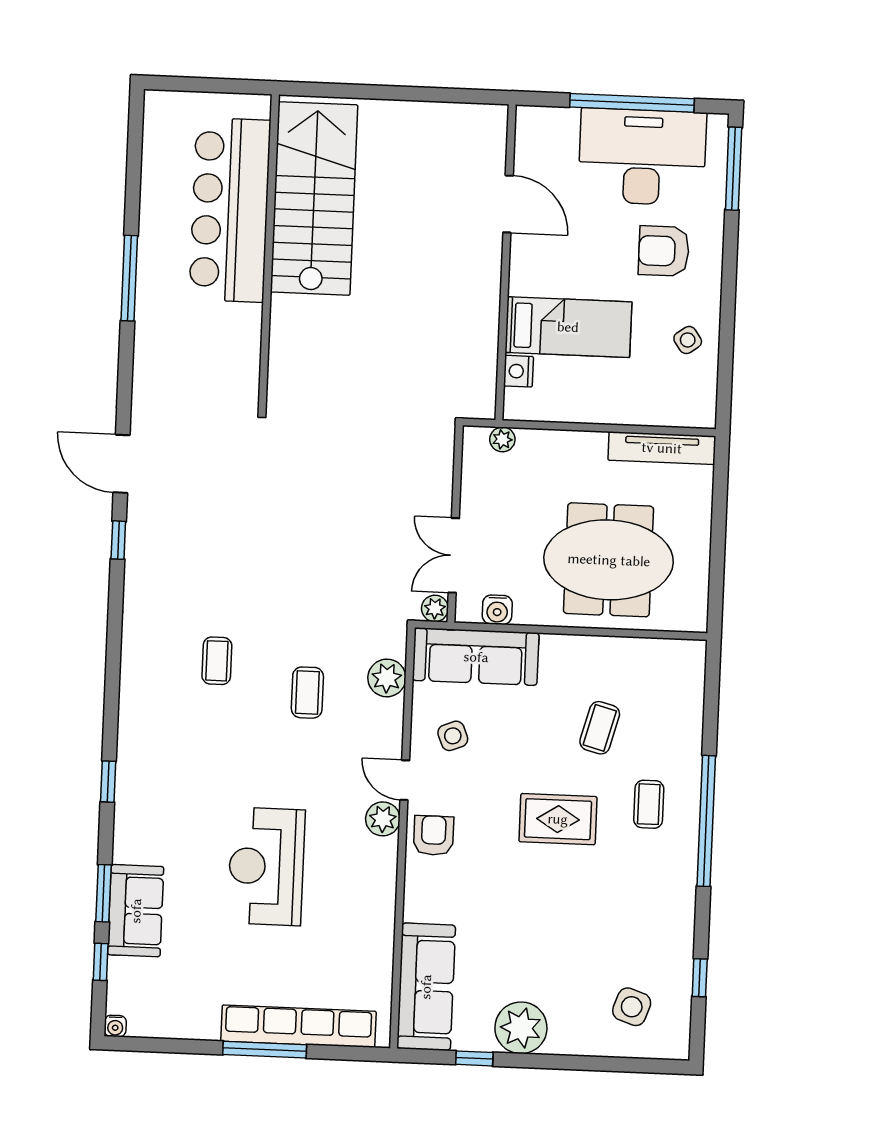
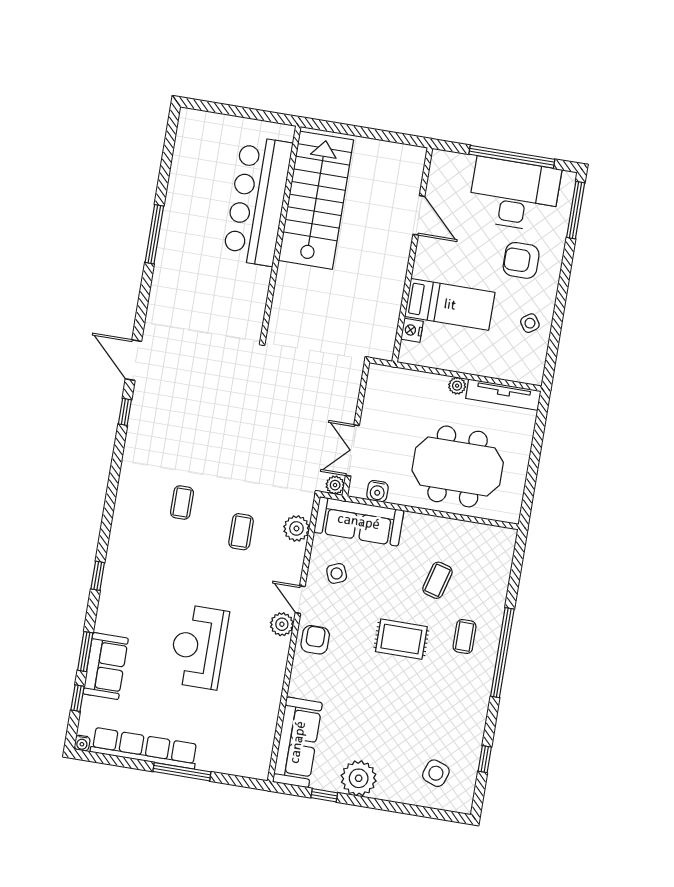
stairs: (314, 198) -> (316, 200), moved
bar counter: (230, 210) -> (258, 201), moved
wall: (269, 252) -> (281, 233), moved
plant: (502, 439) -> (457, 386), moved
row of seats: (298, 1026) -> (144, 748), moved

